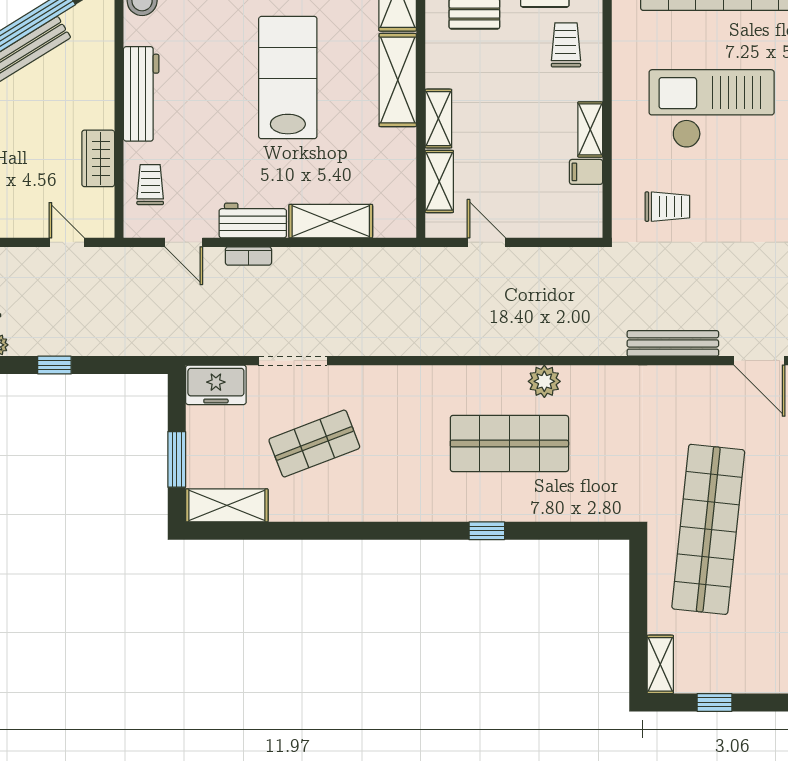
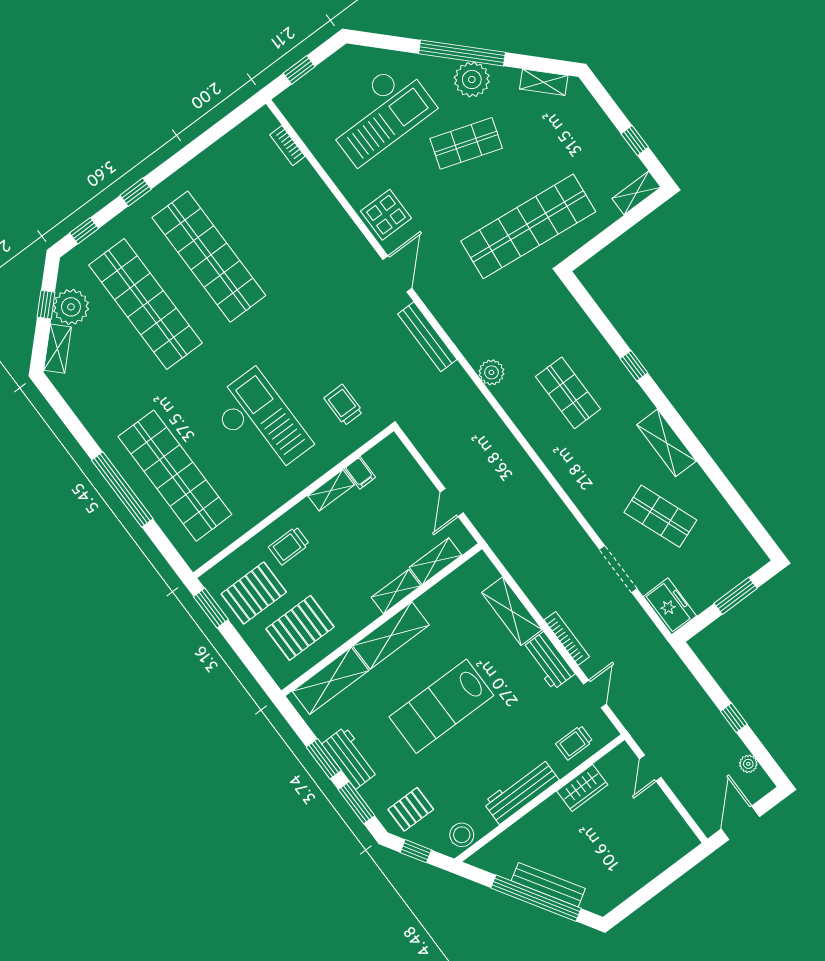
checkout: (712, 109) -> (261, 423), turned 180
bookcase: (248, 256) -> (567, 638), width x1.56
plant: (544, 381) -> (491, 372), moved
shop shelf: (509, 444) -> (568, 393), width x0.70, depth x0.74
shelving: (227, 505) -> (667, 443), moved

